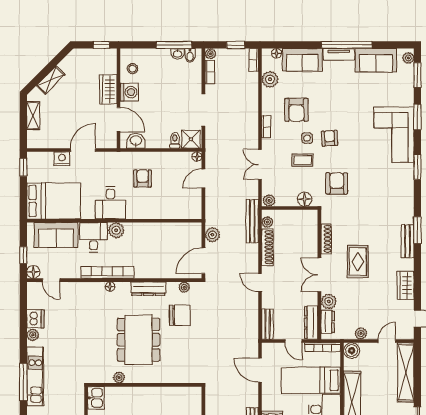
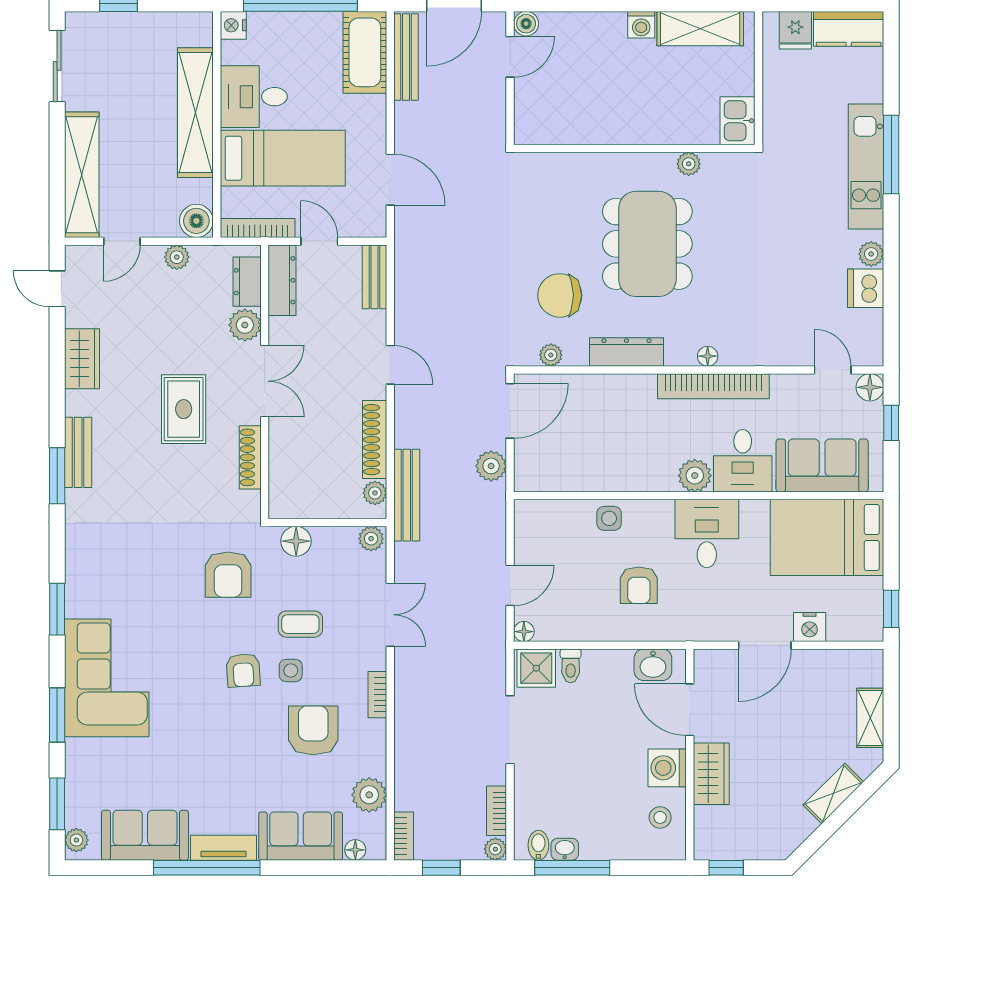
side table: (157, 210) -> (609, 518), added

